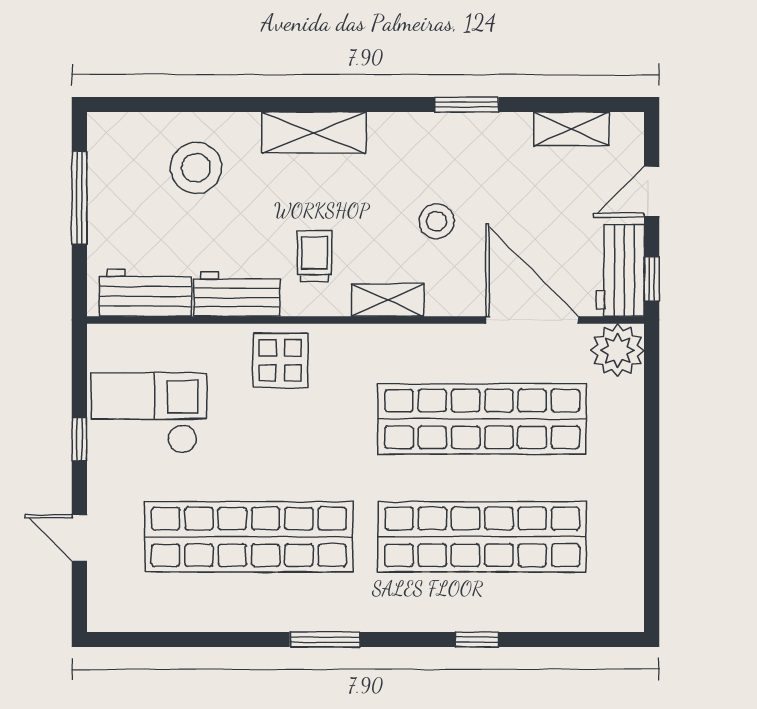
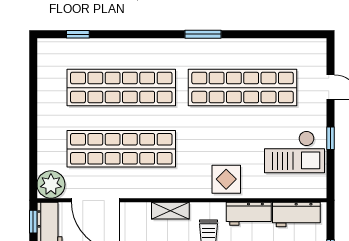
window: (477, 640) -> (78, 34), moved

